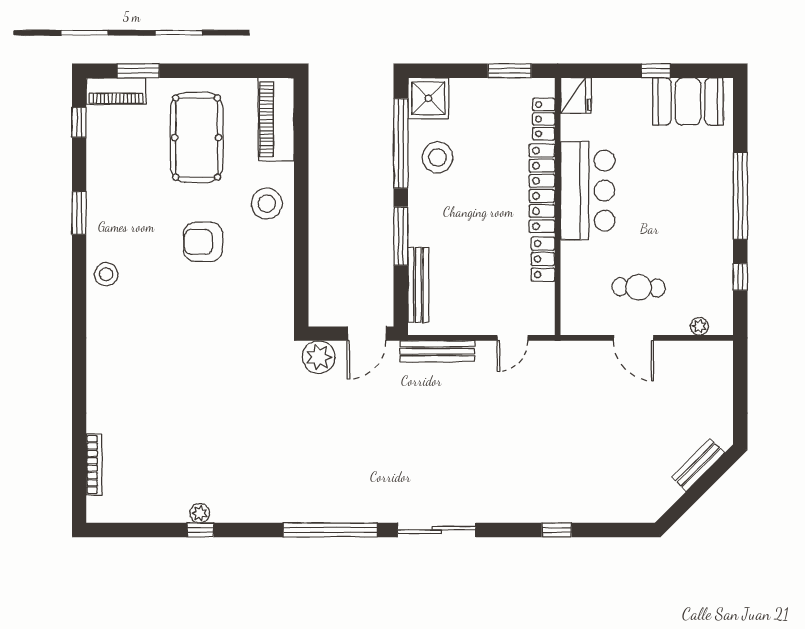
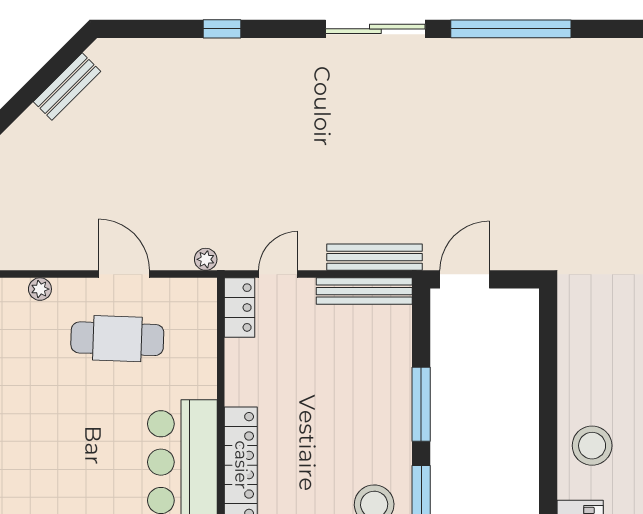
locker: (543, 259) -> (239, 308), moved
bench: (418, 285) -> (364, 291), moved, turned 90
cafe table: (639, 287) -> (117, 339), width x1.37, depth x1.35
plant: (319, 357) -> (206, 259), moved, width x0.53, depth x0.53
bench: (698, 465) -> (67, 87), moved

